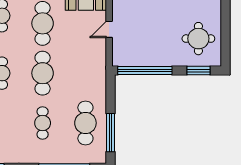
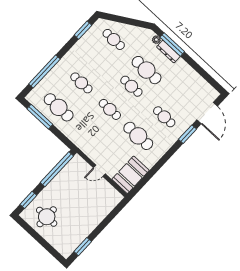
door: (109, 29) -> (99, 171), swing flipped
cafe table: (43, 73) -> (110, 109), width x0.73, depth x0.74

